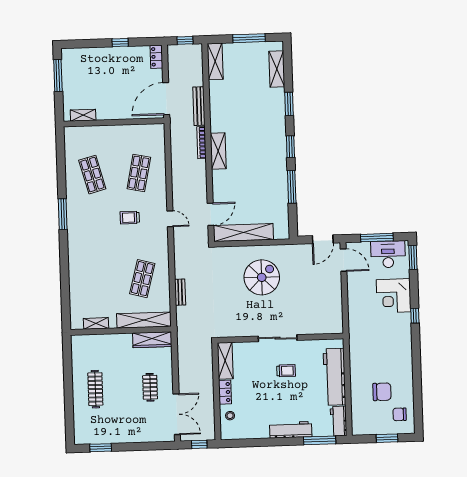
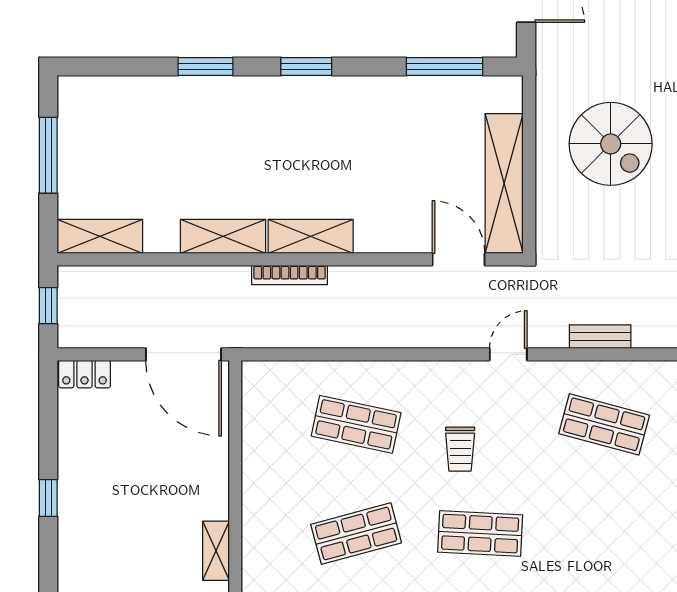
window: (120, 43) -> (48, 498), moved
shelving: (277, 69) -> (223, 236), moved
bench: (199, 106) -> (204, 278), removed
window: (292, 187) -> (444, 66), moved
door: (170, 219) -> (508, 354), moved
shop shelf: (94, 227) -> (480, 534), added
spiral stairs: (262, 277) -> (611, 144), turned 180
bench: (180, 292) -> (600, 337), moved

